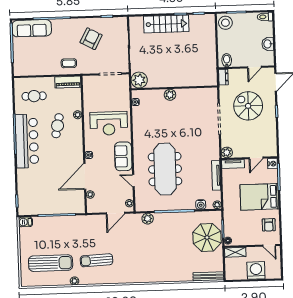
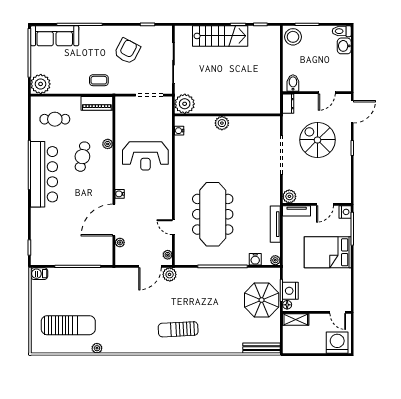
washbasin: (268, 44) -> (344, 46), moved
plant: (22, 68) -> (41, 84), added
sofa: (123, 156) -> (162, 197), removed
plant: (148, 219) -> (170, 274), moved
armchair: (269, 225) -> (338, 287), removed
nightstand: (230, 229) -> (290, 291), added
sun lounger: (96, 260) -> (178, 329), moved
washing machine: (256, 270) -> (337, 343), moved

